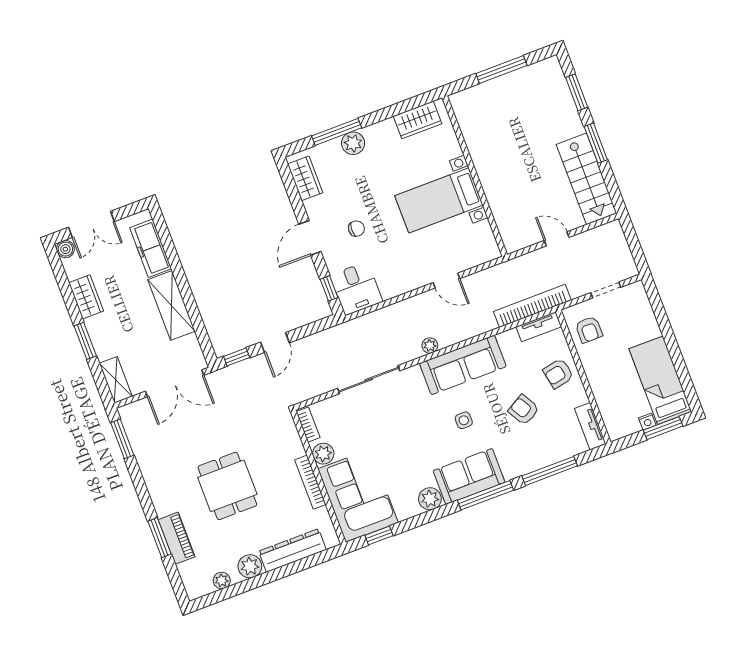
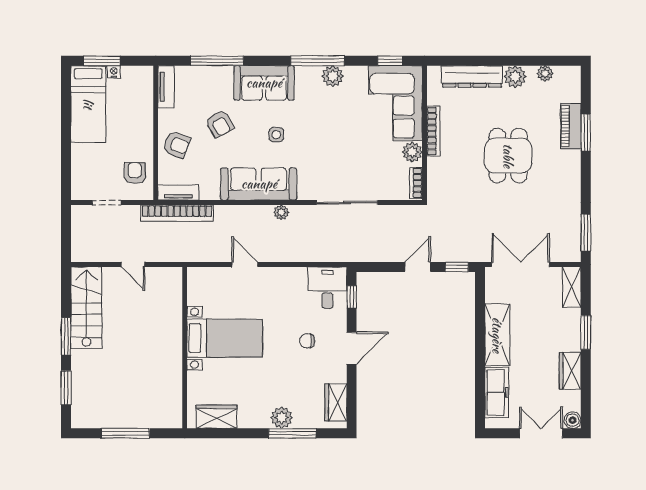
armchair: (558, 373) -> (177, 144), turned 32
sofa: (469, 476) -> (264, 83), moved
window: (485, 495) -> (317, 61), moved

